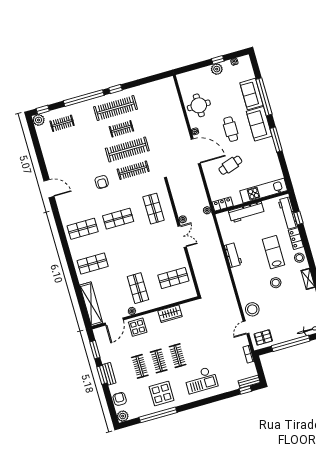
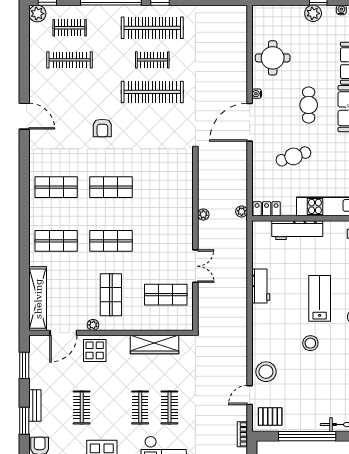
door: (196, 151) -> (250, 122), swing flipped
clothes rail: (133, 170) -> (70, 60), moved
shop shelf: (154, 209) -> (111, 241), moved, turned 90
double door: (182, 237) -> (195, 266), moved
wardrobe: (170, 314) -> (154, 344), width x1.50
clothes rail: (159, 361) -> (169, 407), moved
window: (102, 375) -> (24, 421), moved

